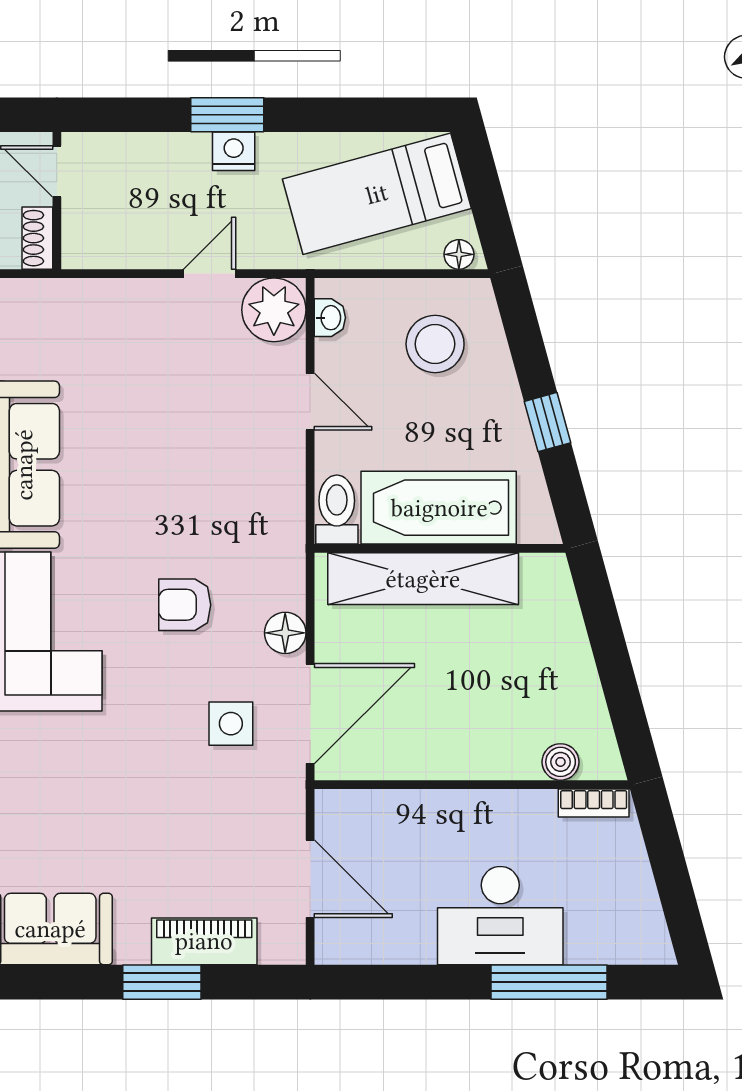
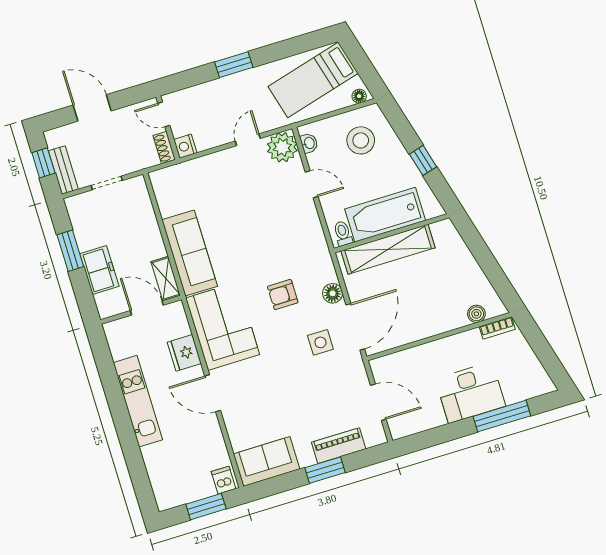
nightstand: (234, 151) -> (185, 146), moved, turned -90
toilet: (337, 510) -> (343, 233), width x0.73, depth x0.72

